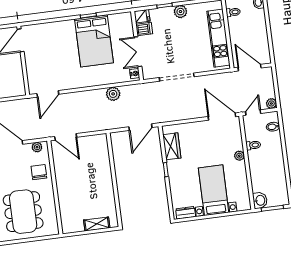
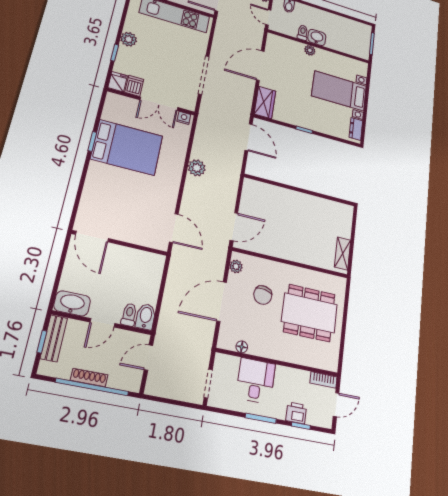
plant: (113, 94) -> (197, 168), moved
door: (222, 117) -> (260, 65), moved
wardrobe: (172, 146) -> (265, 102), moved, turned 90
chair: (39, 172) -> (263, 295), moved, turned -81
washbasin: (260, 200) -> (317, 37), moved
shelving: (97, 224) -> (343, 253), moved

